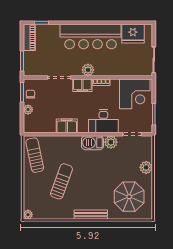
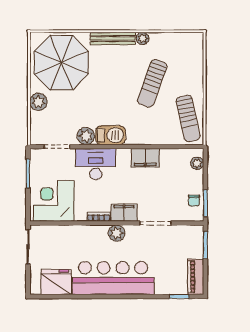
plant: (28, 110) -> (197, 163), moved
parasol: (129, 197) -> (61, 63), width x1.36, depth x1.36
plant: (28, 215) -> (143, 38), moved

